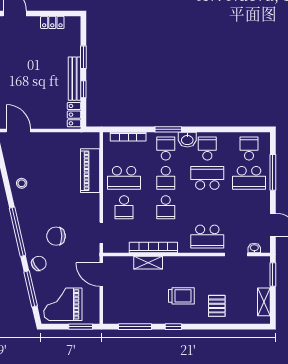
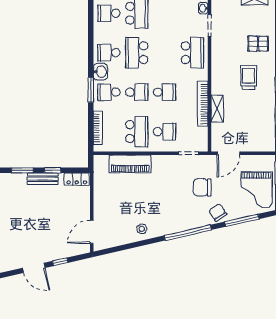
bench: (74, 79) -> (43, 179), width x0.73
chair: (56, 236) -> (202, 187), moved, turned 90

